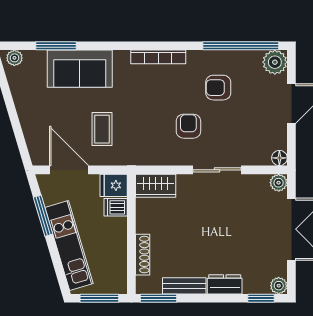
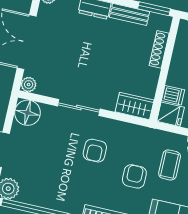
armchair: (218, 88) -> (134, 176), moved, turned -90
floor lamp: (279, 158) -> (28, 113), width x1.89, depth x1.89

